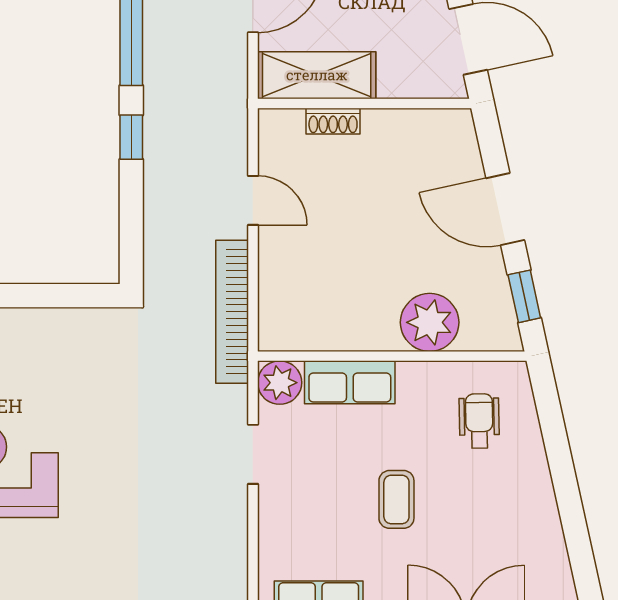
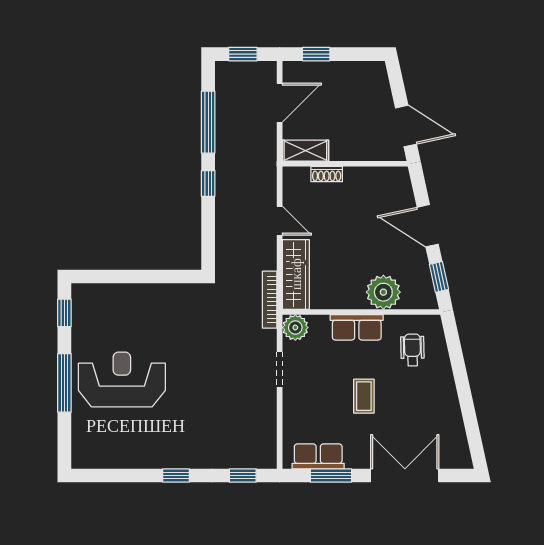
shelving: (317, 75) -> (305, 151), width x0.67, depth x0.75
wardrobe: (280, 292) -> (296, 274), added
bookcase: (232, 312) -> (270, 300), width x0.68, depth x0.76
row of seats: (350, 382) -> (357, 327), moved

